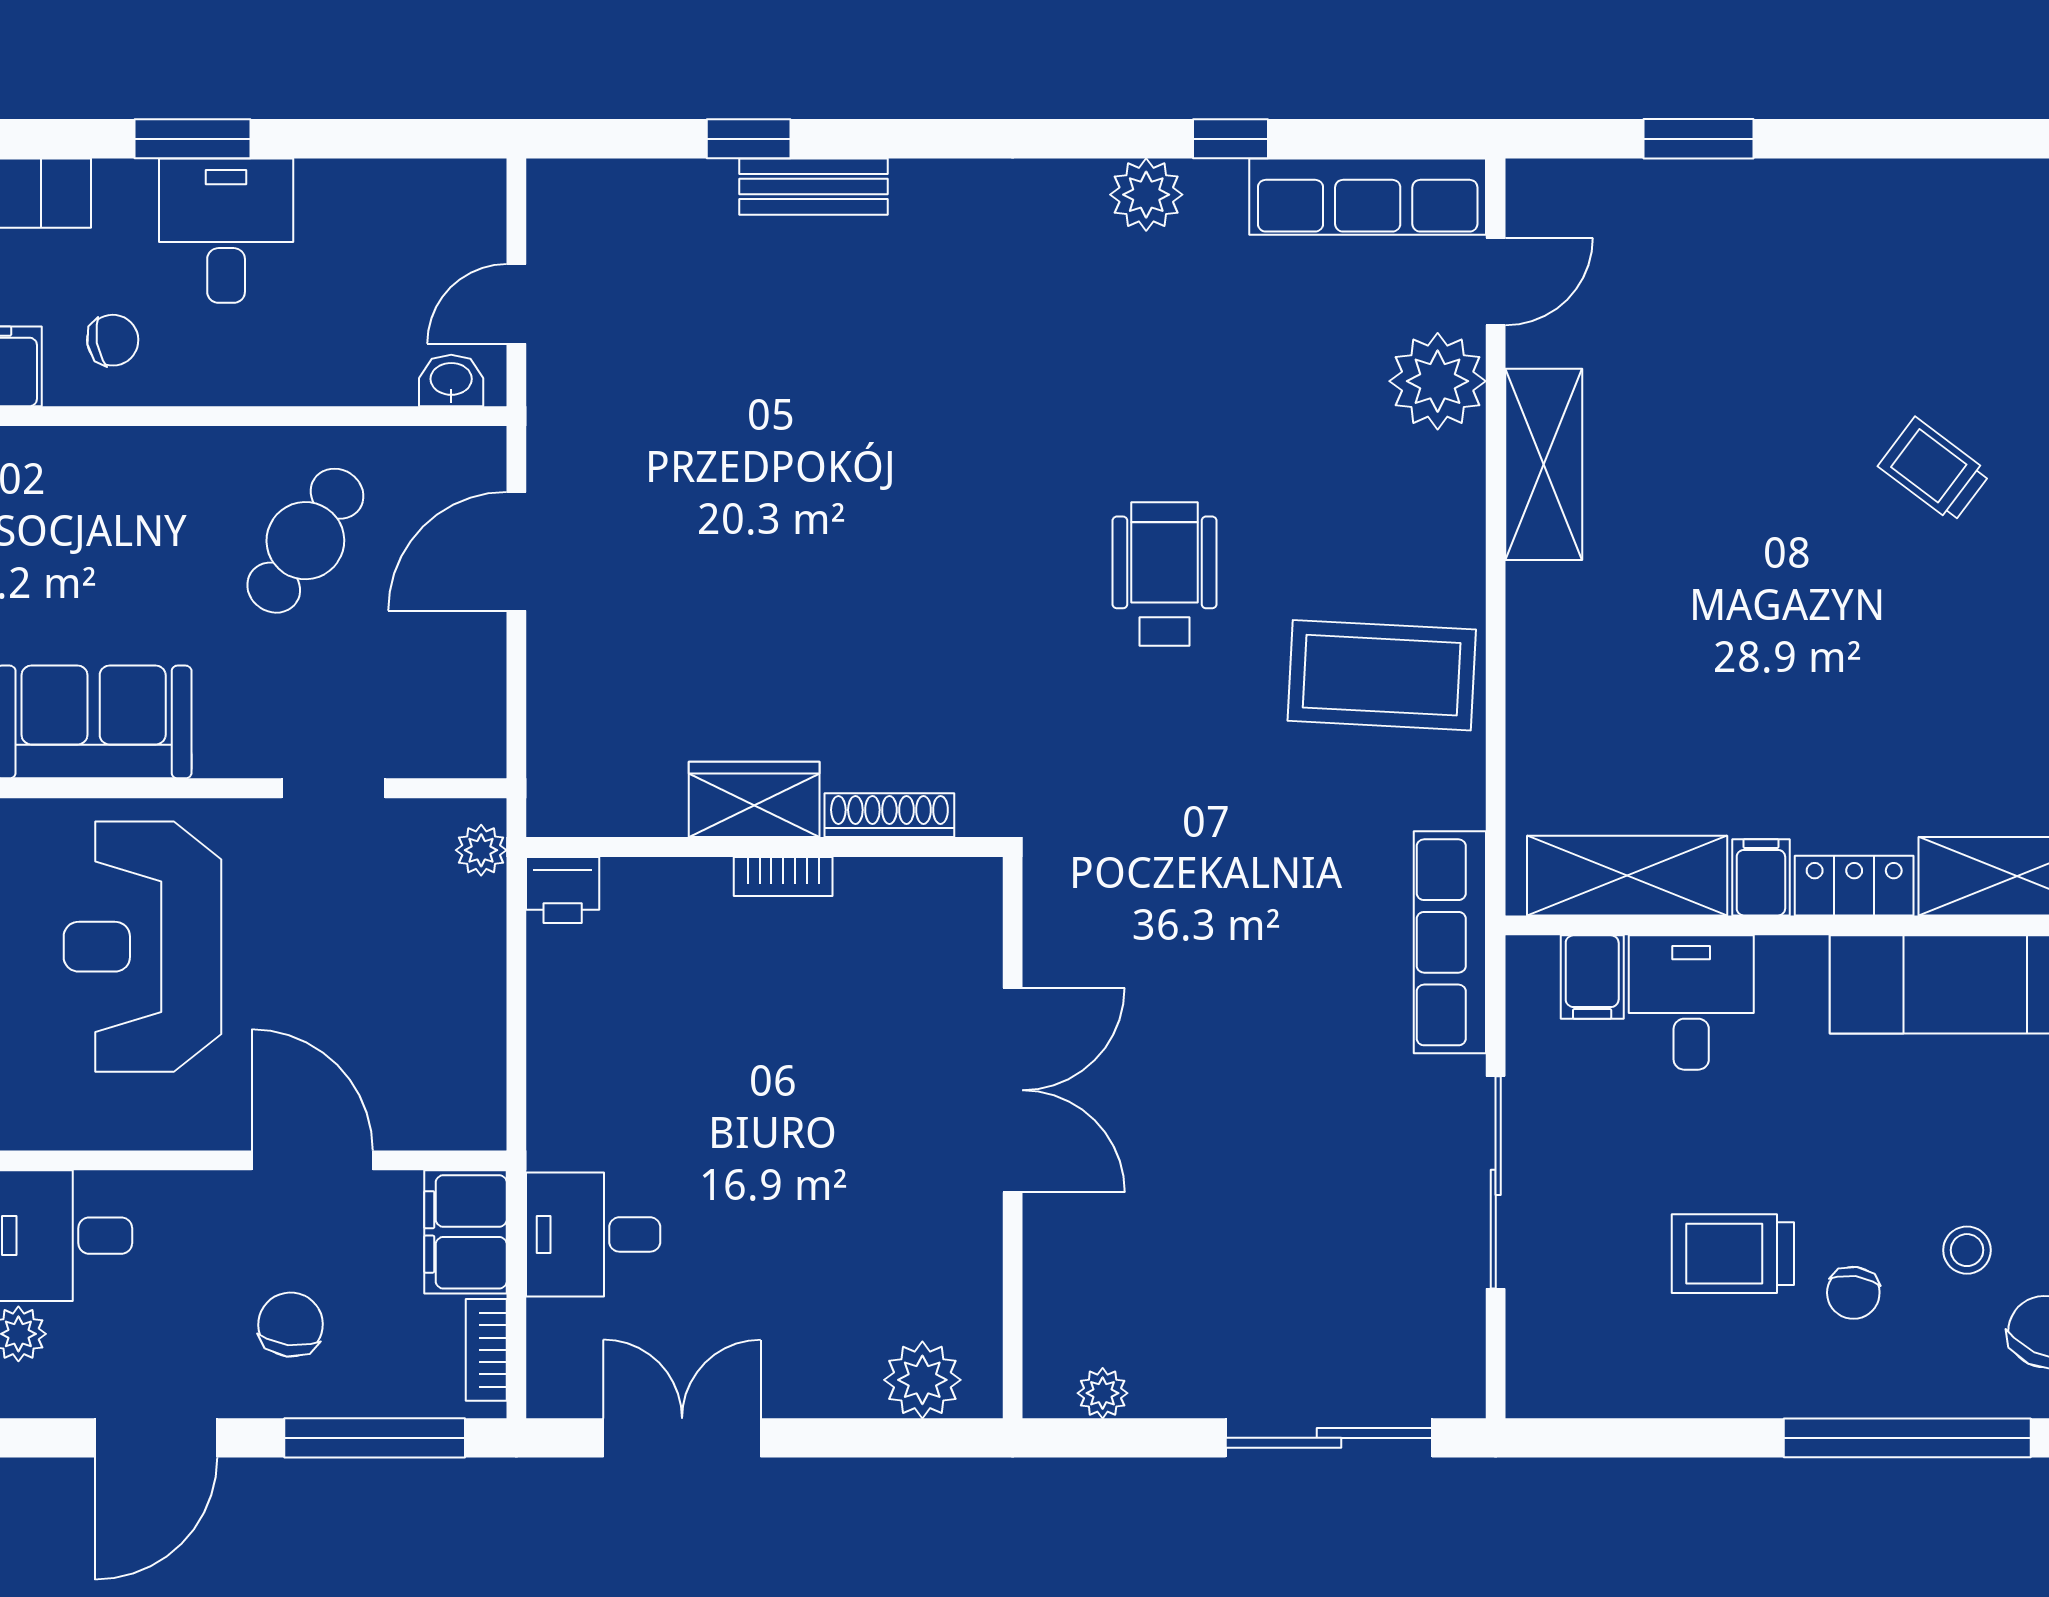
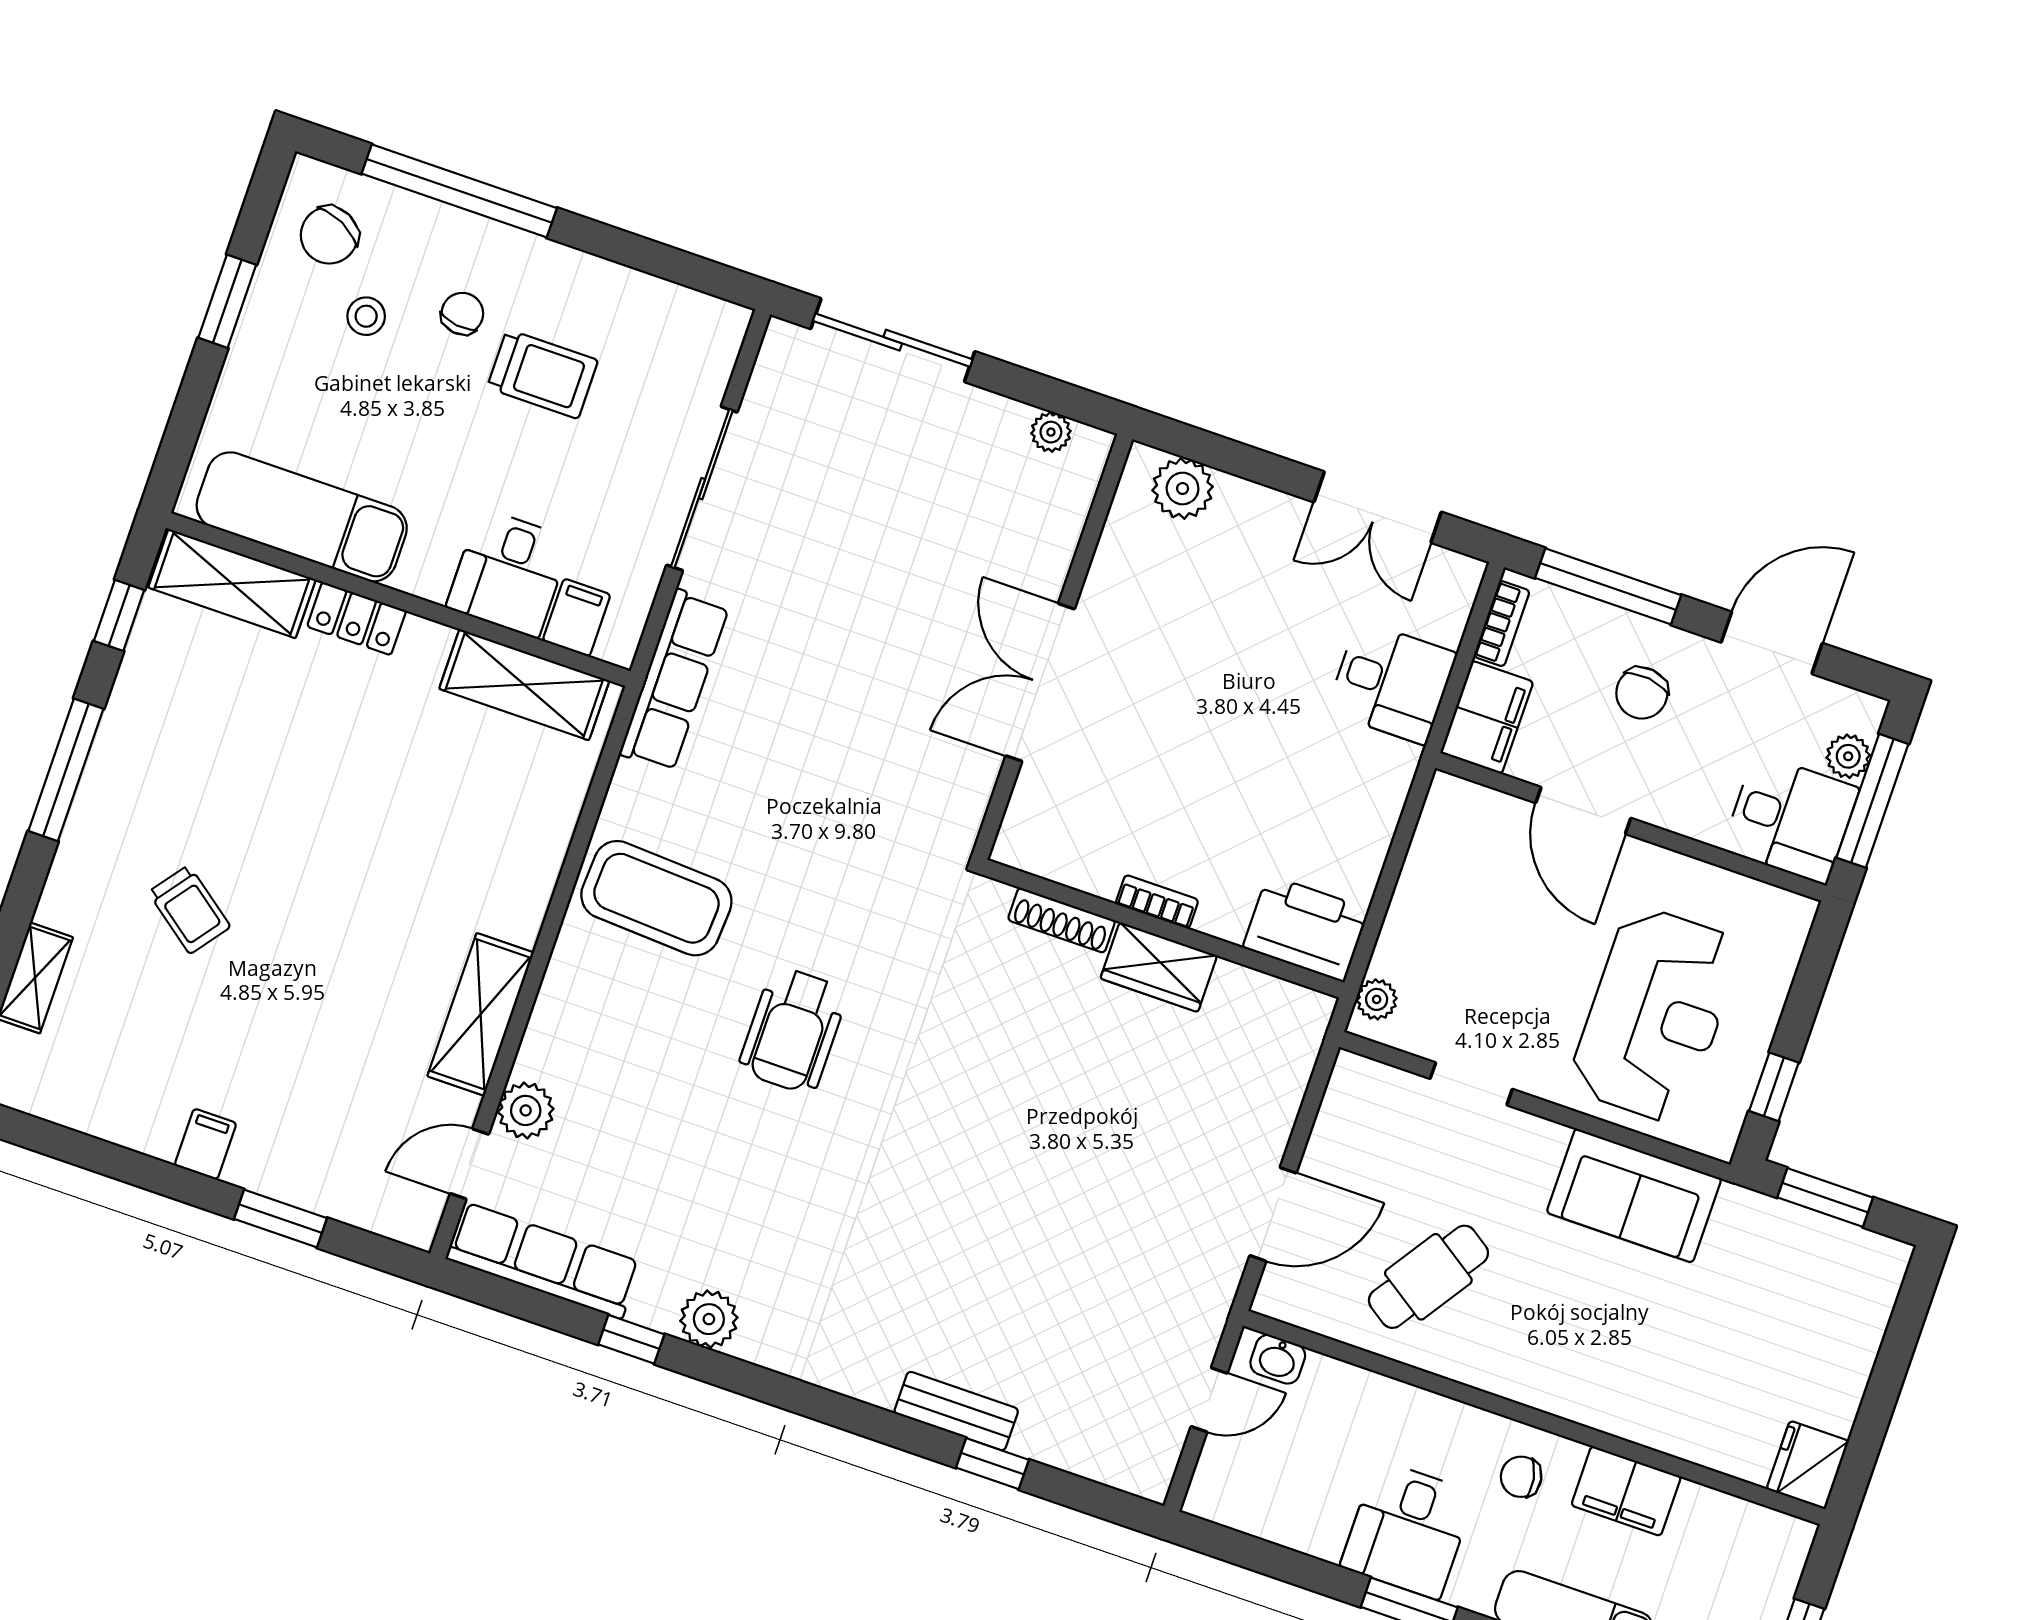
plant: (1438, 381) -> (526, 1110), width x0.73, depth x0.73
filing cabinet: (1761, 877) -> (205, 1144), moved, turned 180
printer: (563, 890) -> (1306, 928), width x1.87, depth x1.48

